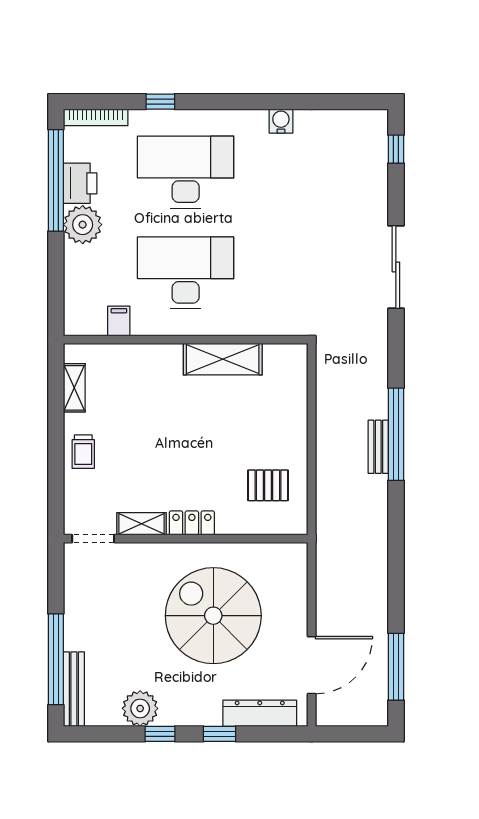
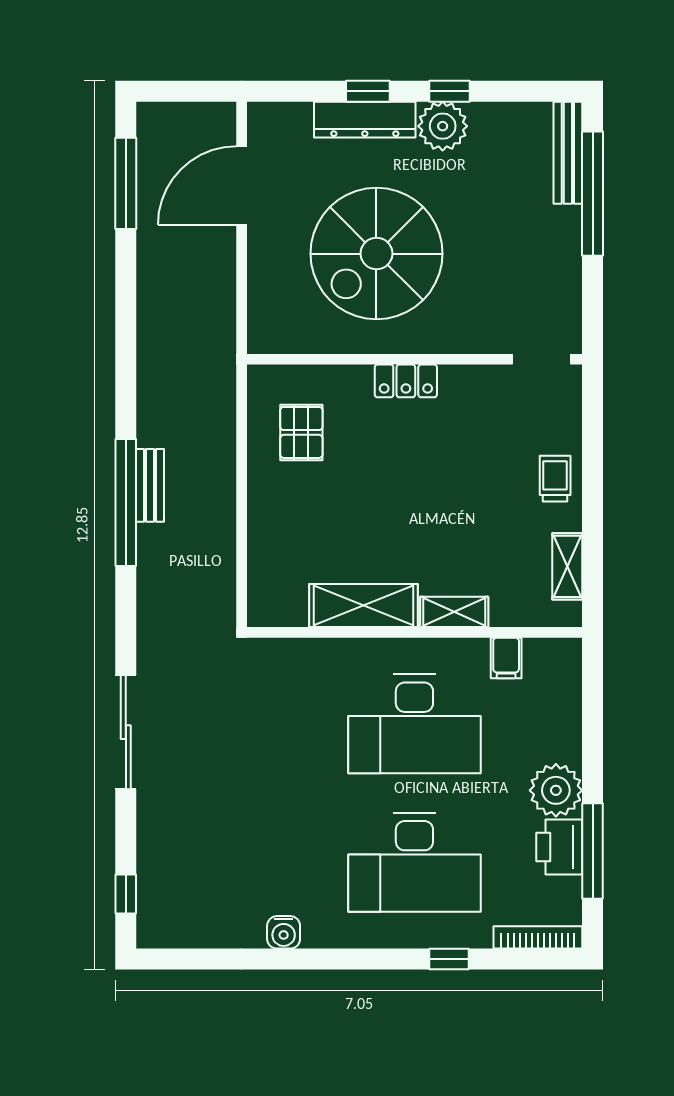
window: (56, 180) -> (593, 851), width x0.68
pallet: (268, 485) -> (301, 432), turned 90
shelving: (141, 524) -> (454, 612), moved
spiral stairs: (213, 616) -> (376, 254), turned 90
plant: (140, 708) -> (443, 126), moved
dresser: (260, 713) -> (365, 120), moved

